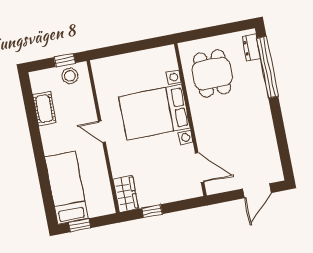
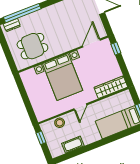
stool: (70, 76) -> (60, 123), moved
wardrobe: (126, 194) -> (111, 87), width x1.50
window: (152, 211) -> (116, 48), moved

